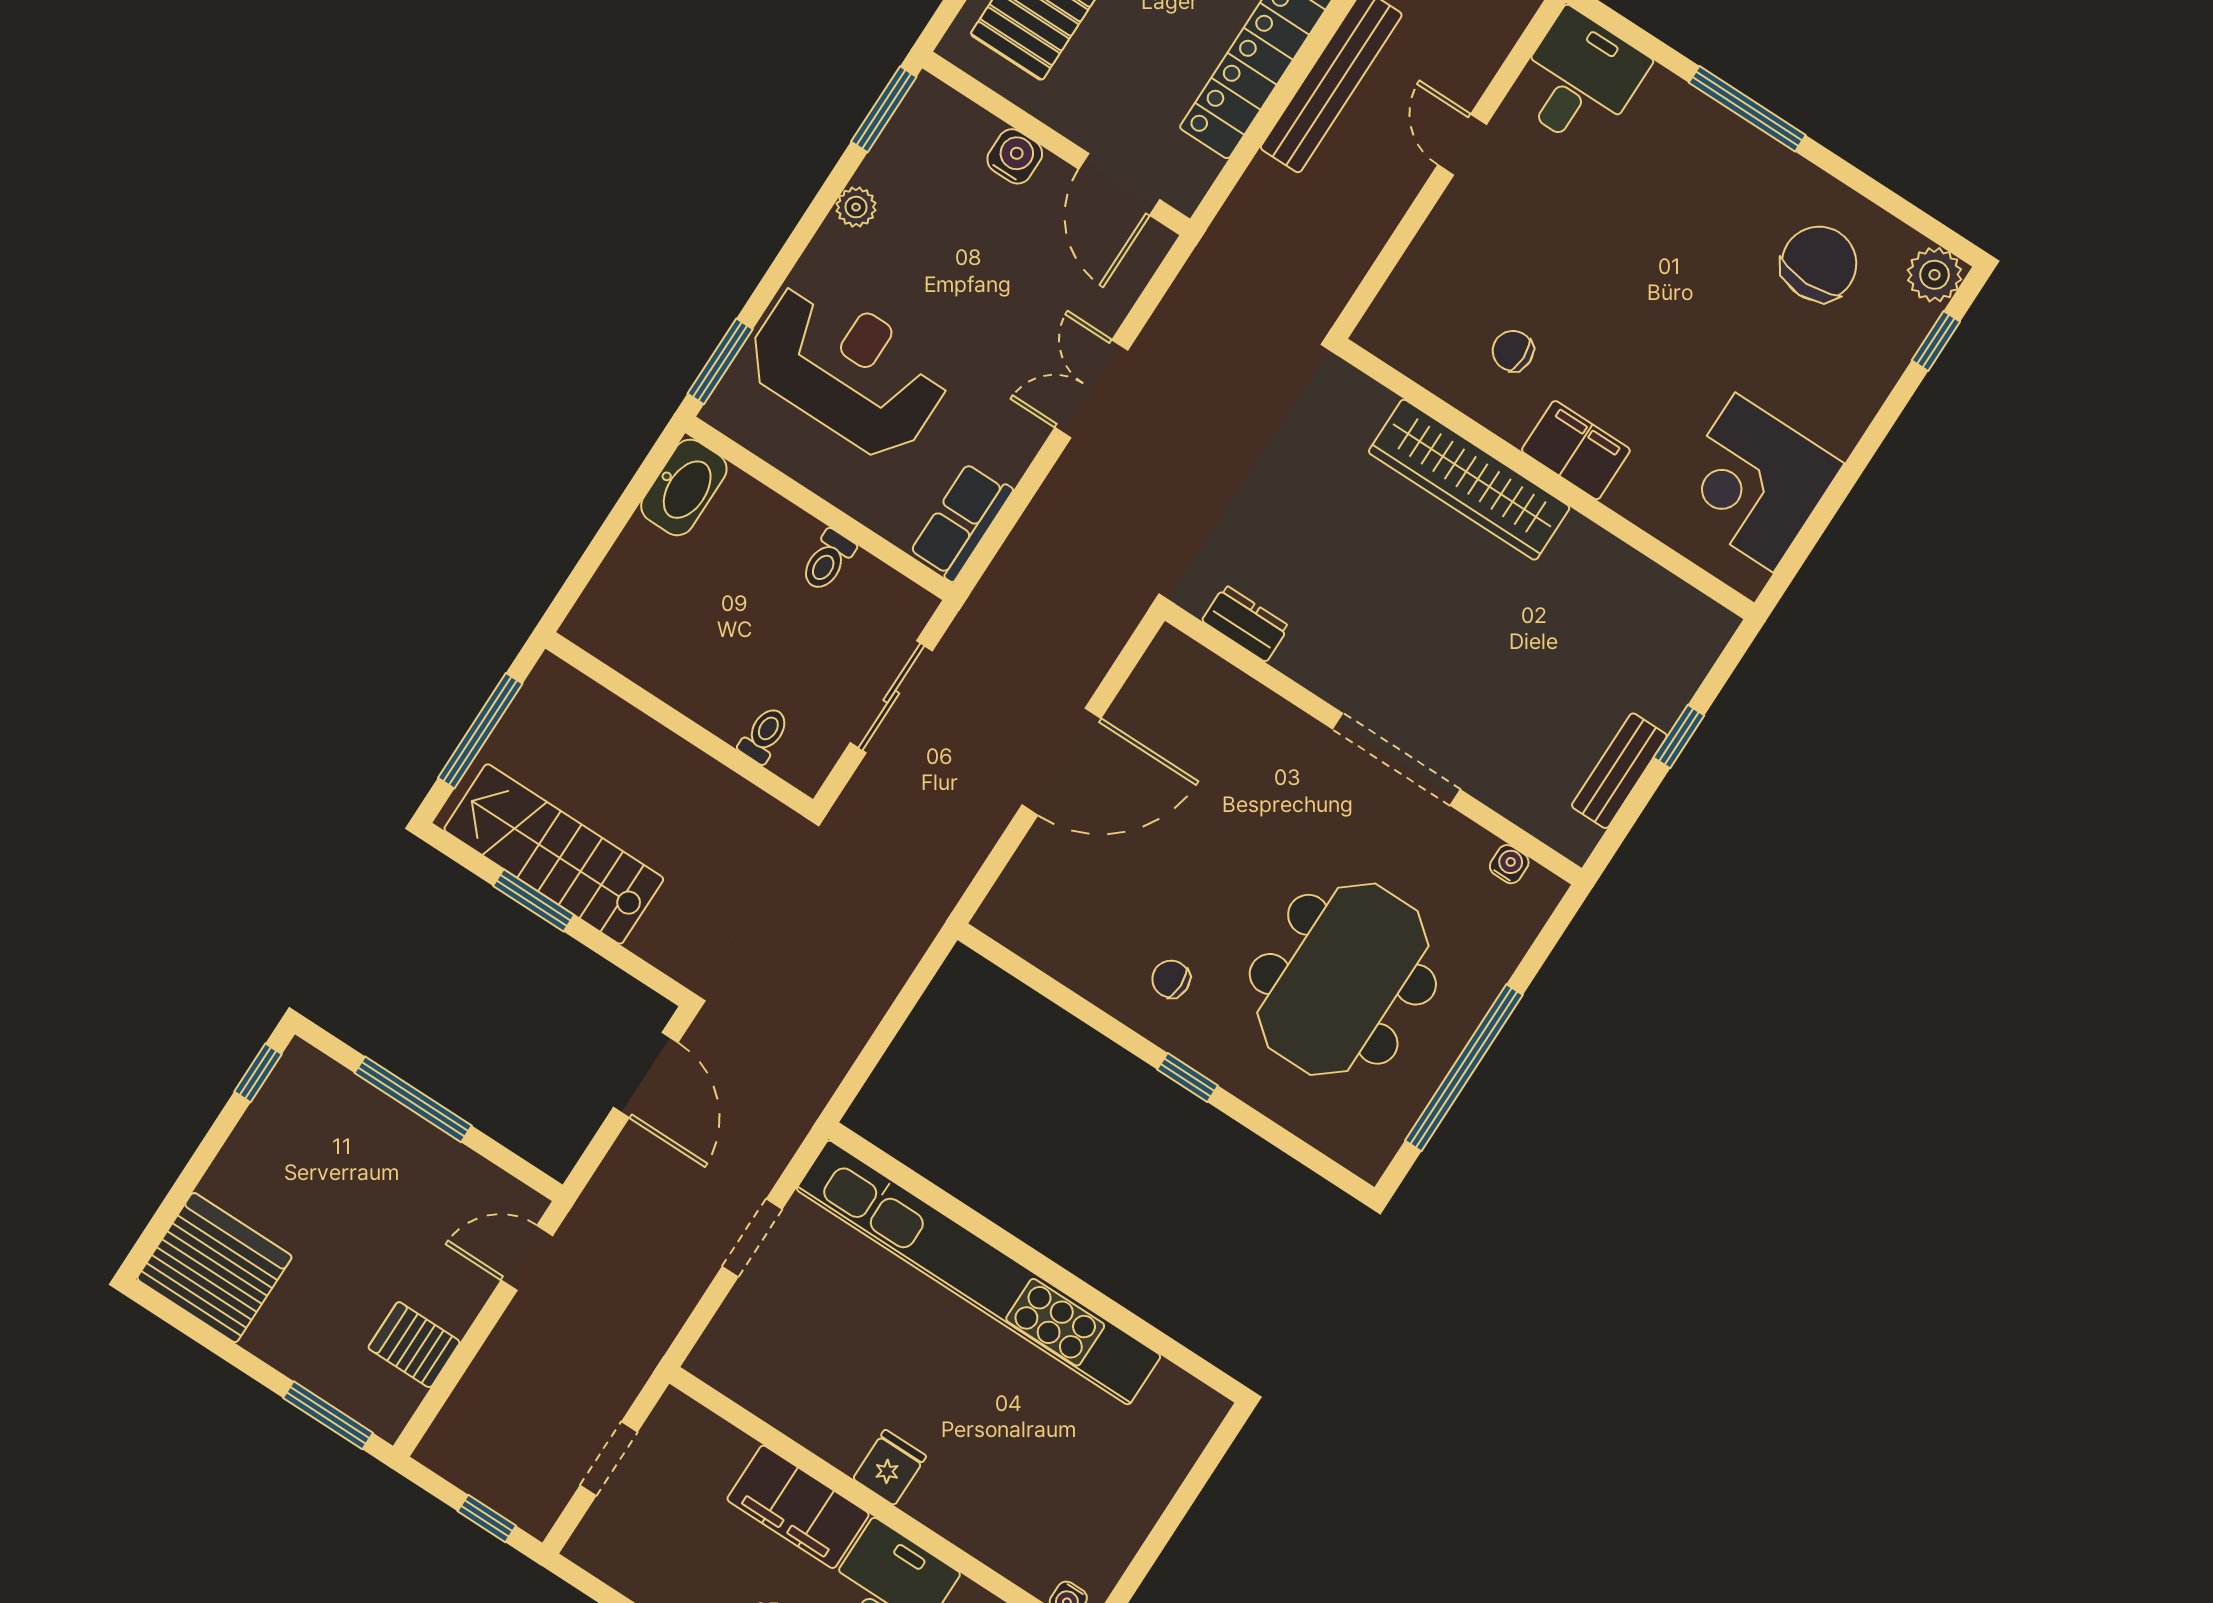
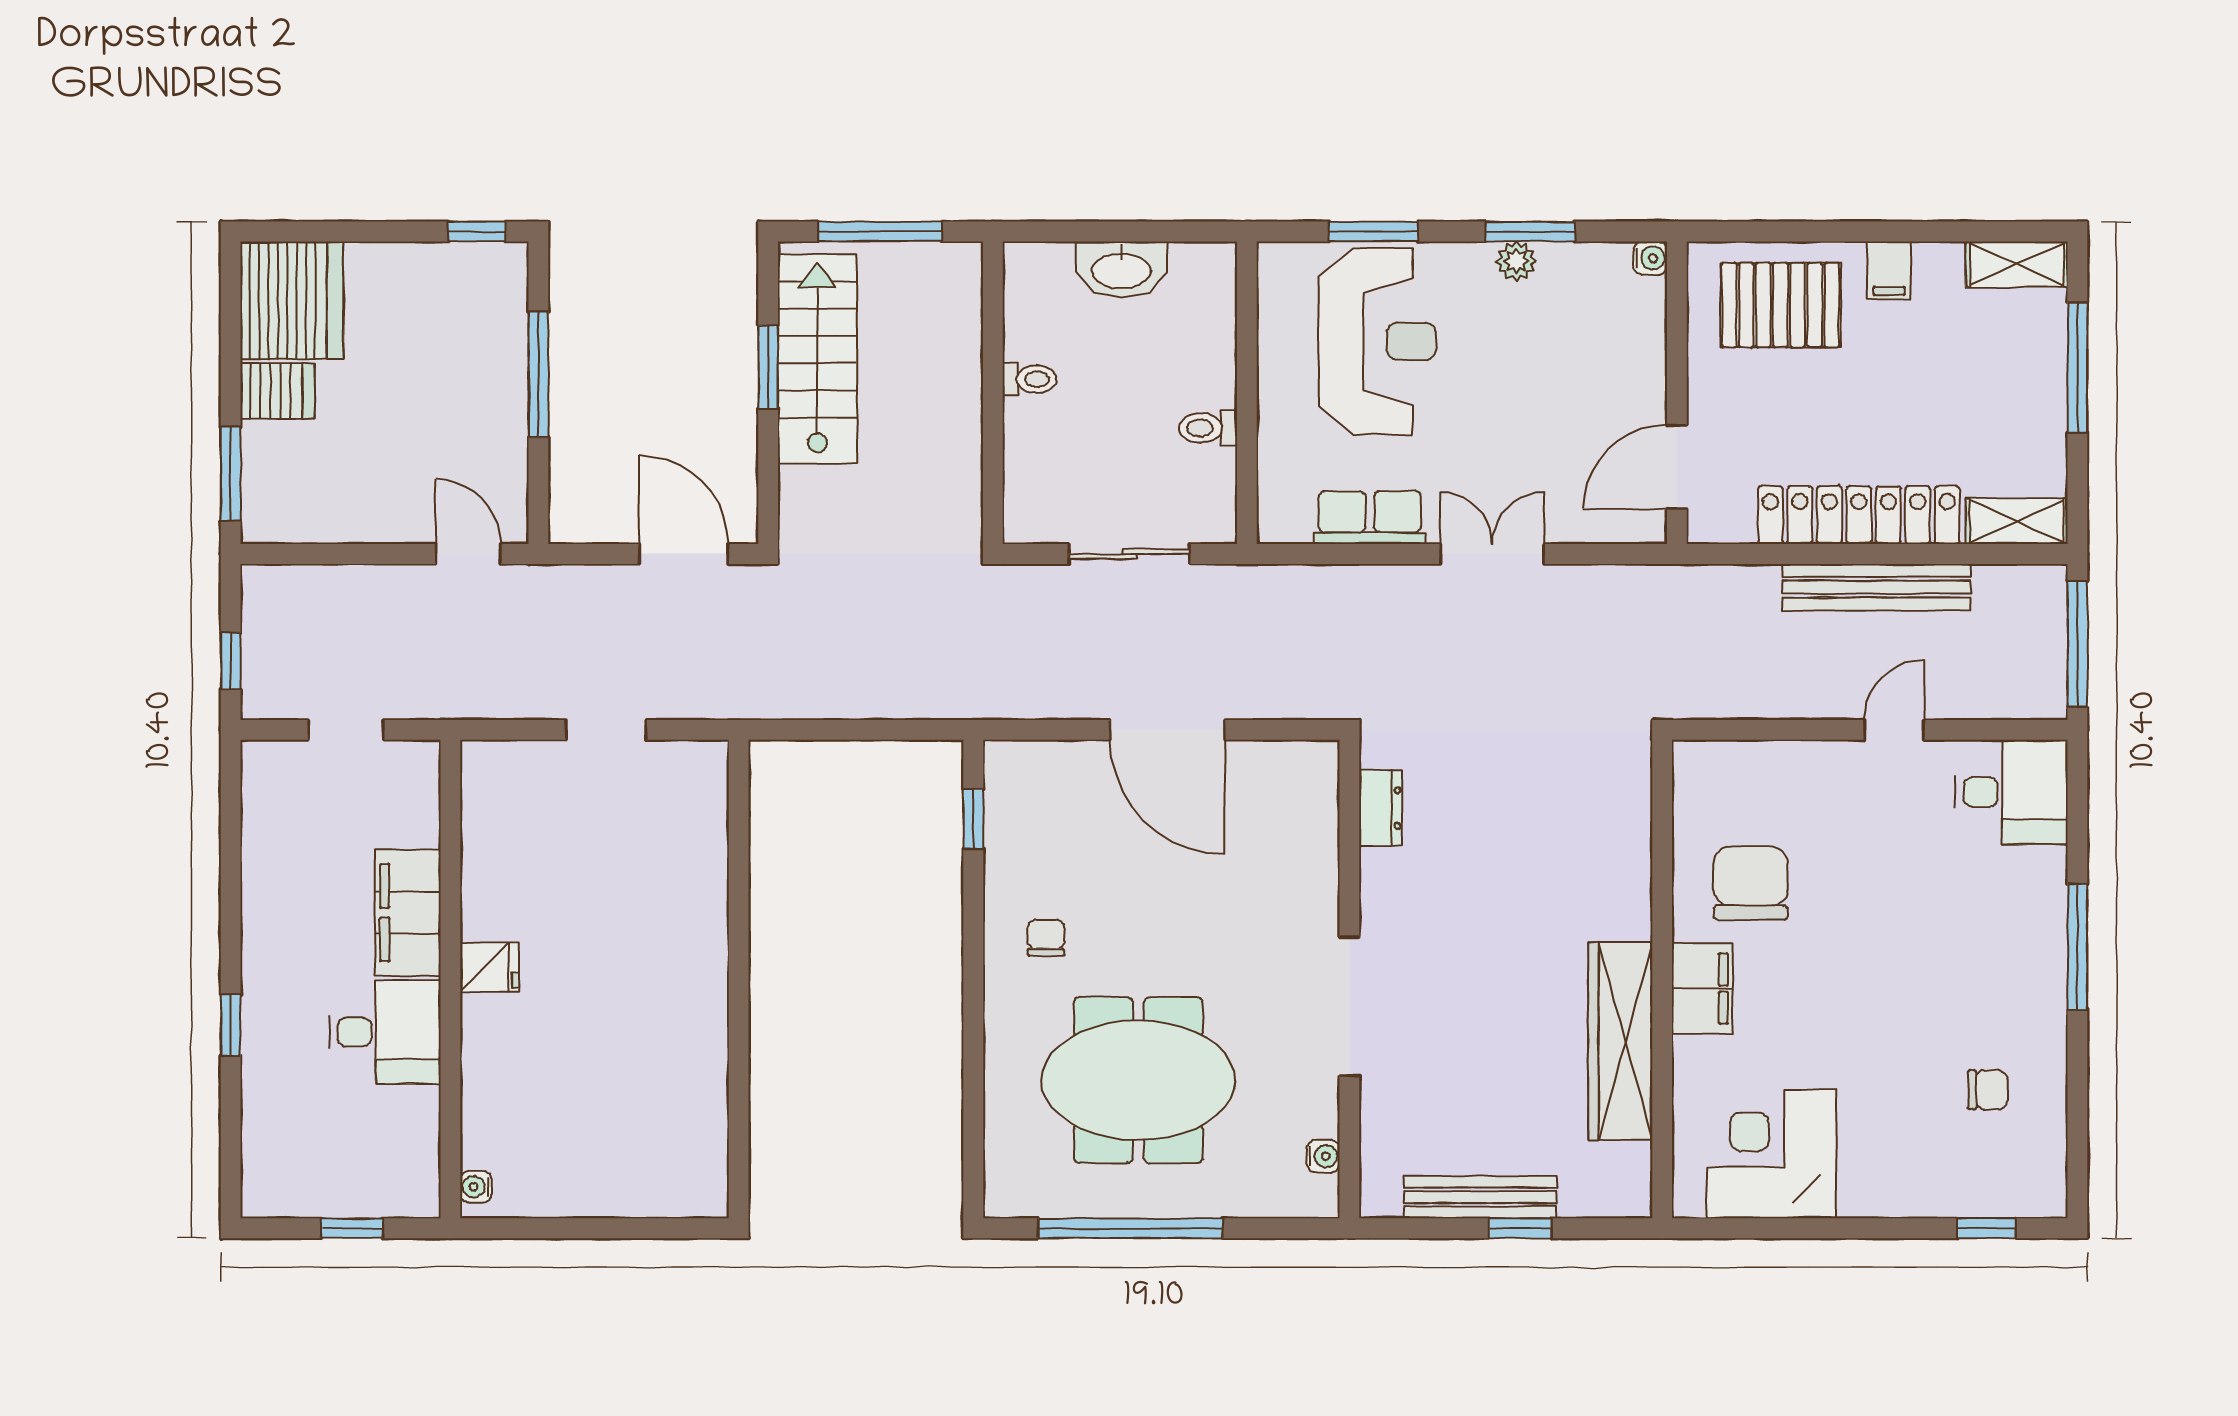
window: (884, 109) -> (1530, 232), moved
water cooler: (1015, 156) -> (1650, 258), moved, width x0.72, depth x0.72
chair: (1819, 264) -> (1988, 1090), width x0.54, depth x0.54
plant: (1935, 275) -> (2041, 1191), removed
chair: (1513, 351) -> (1751, 883), width x1.87, depth x1.87
window: (720, 361) -> (1373, 232), moved
wardrobe: (1469, 480) -> (1620, 1041), moved
washbasin: (684, 487) -> (1122, 269), moved
row of seats: (961, 522) -> (1370, 518), moved
toilet: (764, 735) -> (1029, 379), moved
bench: (1619, 771) -> (1480, 1197), width x1.36
door: (646, 1075) -> (684, 554), swing flipped
window: (1188, 1078) -> (973, 819), moved
kitchen unit: (979, 1272) -> (699, 936), removed
server rack: (414, 1345) -> (277, 391), moved, turned 90

